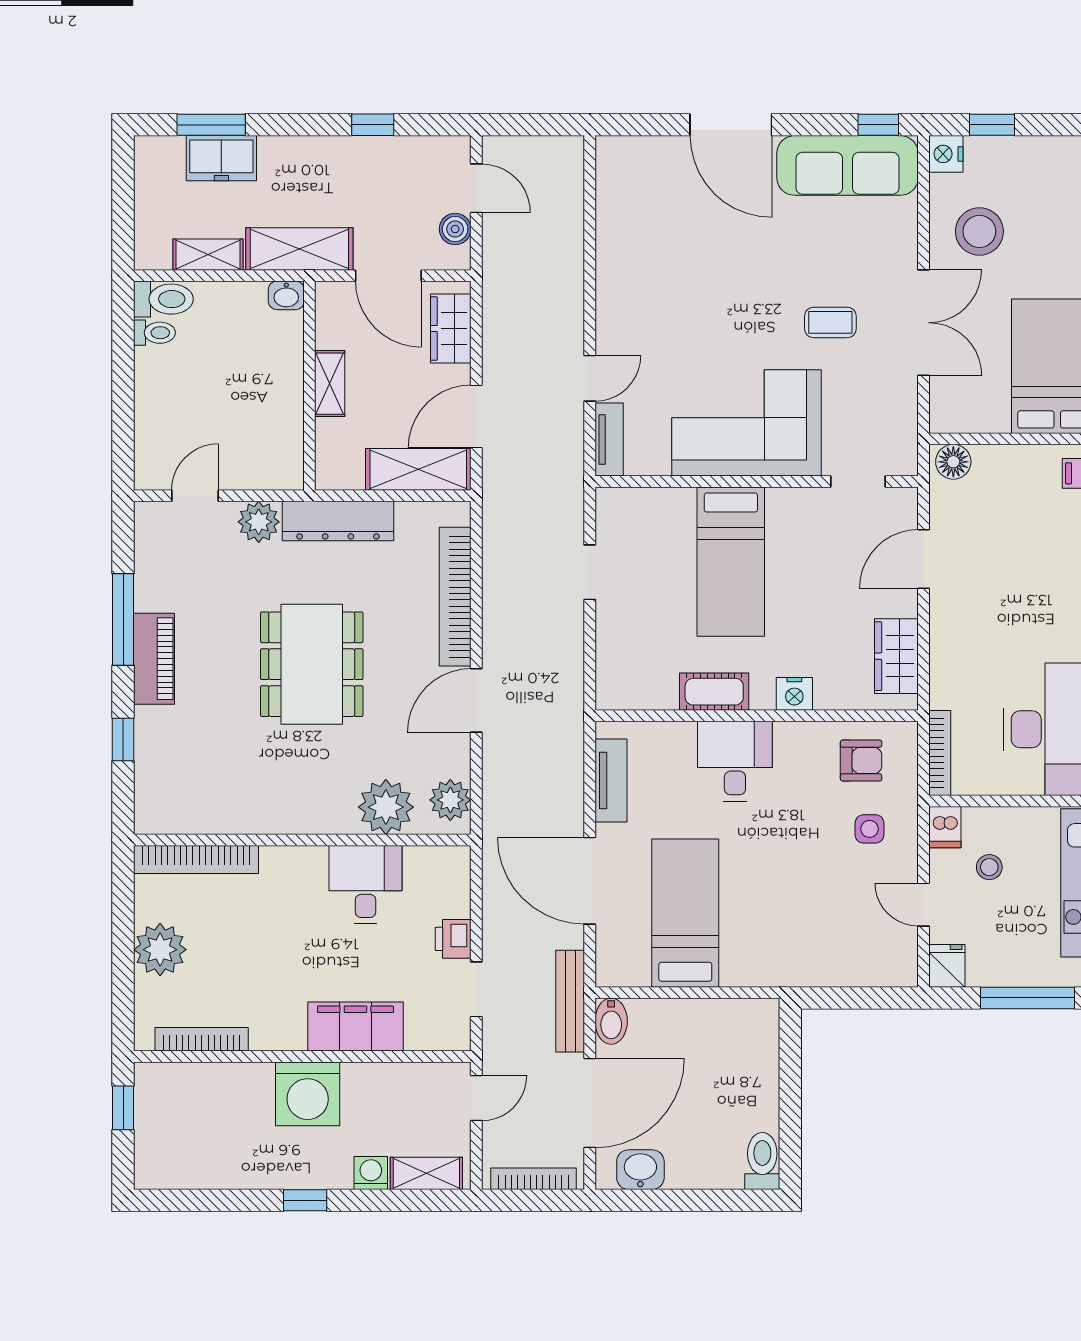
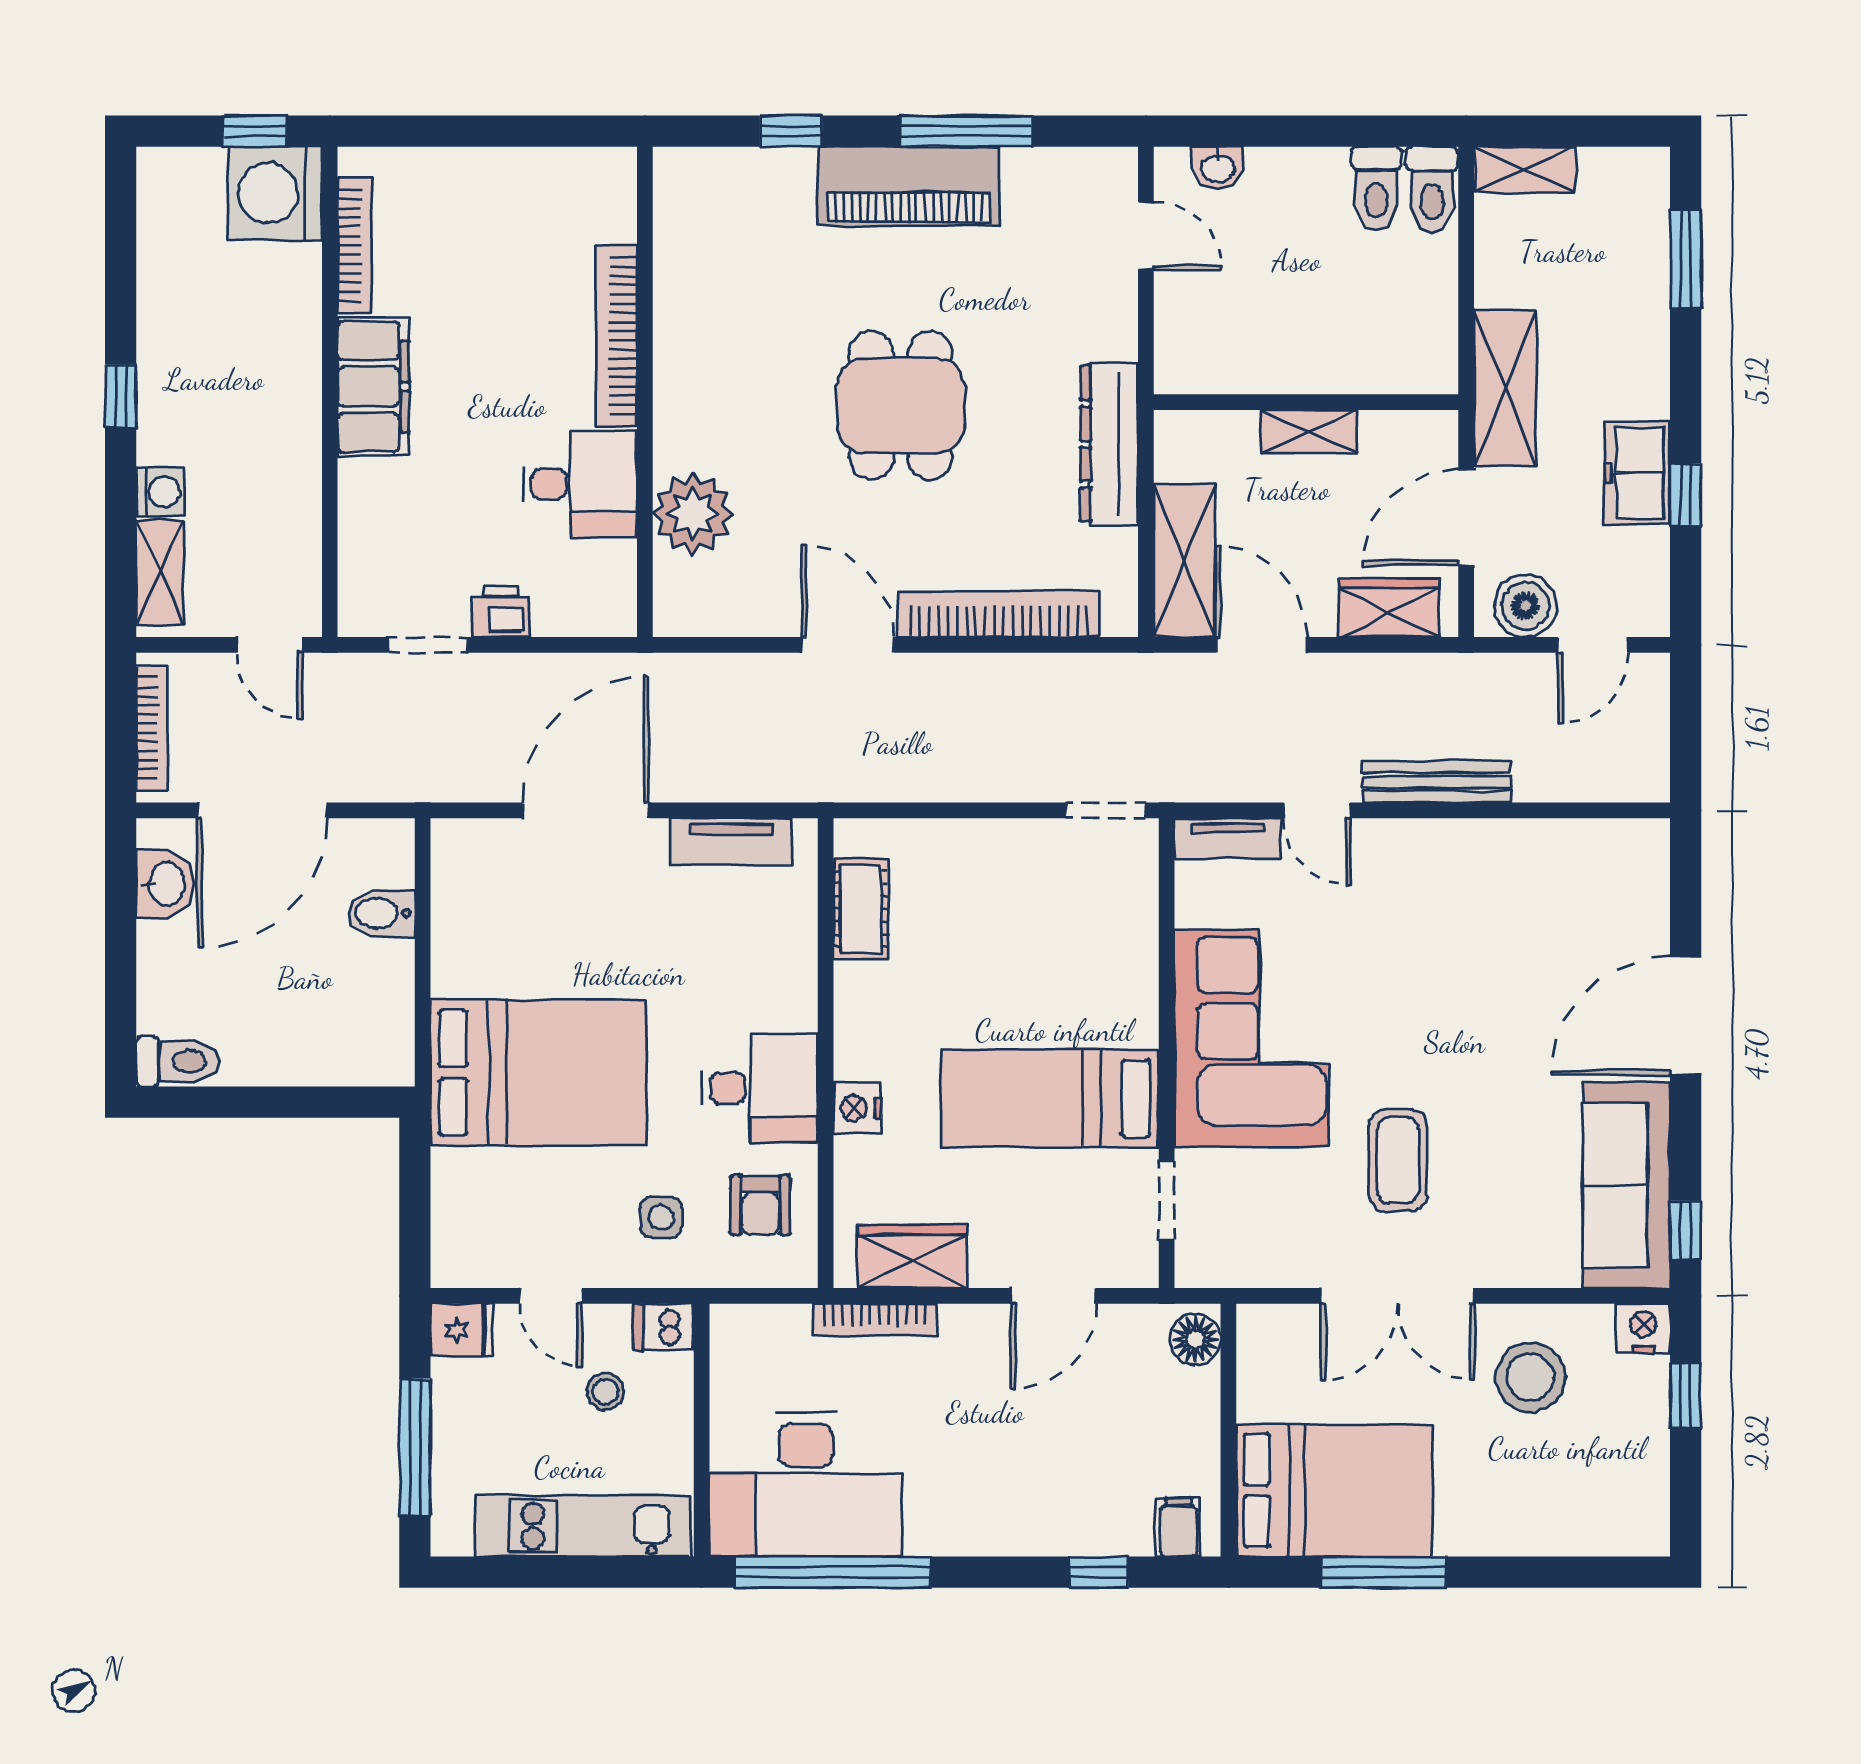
freezer: (221, 158) -> (1637, 473), moved
boiler: (455, 229) -> (1526, 606), width x1.36, depth x1.36
shelving: (208, 255) -> (1525, 169), moved, turned 90
washbasin: (286, 295) -> (1217, 168), moved, turned -90
coffee table: (830, 322) -> (1398, 1160), width x1.36, depth x1.30
toilet: (154, 333) -> (1376, 188), width x1.37, depth x1.39
plant: (259, 522) -> (1108, 328), removed
door: (923, 559) -> (1054, 1296), swing flipped
bed: (731, 562) -> (1050, 1098), moved
doorway: (590, 572) -> (1106, 810), moved
piano: (154, 659) -> (909, 186), width x1.37, depth x1.33
dining table: (312, 664) -> (901, 406), width x0.73
cot: (714, 692) -> (861, 909), moved
bookcase: (940, 753) -> (875, 1319), moved
desk: (735, 761) -> (759, 1088), moved
plant: (450, 800) -> (703, 607), removed
bookcase: (196, 859) -> (616, 336), moved
door: (923, 905) -> (551, 1296), swing flipped
bed: (685, 913) -> (538, 1073), moved, width x1.50
plant: (160, 950) -> (485, 185), removed
bench: (570, 1001) -> (1437, 782), moved
bidet: (611, 1021) -> (381, 913), moved
filing cabinet: (355, 1027) -> (373, 387), moved
washing machine: (308, 1094) -> (275, 193), moved
door: (590, 1103) -> (262, 810), hinge flipped

